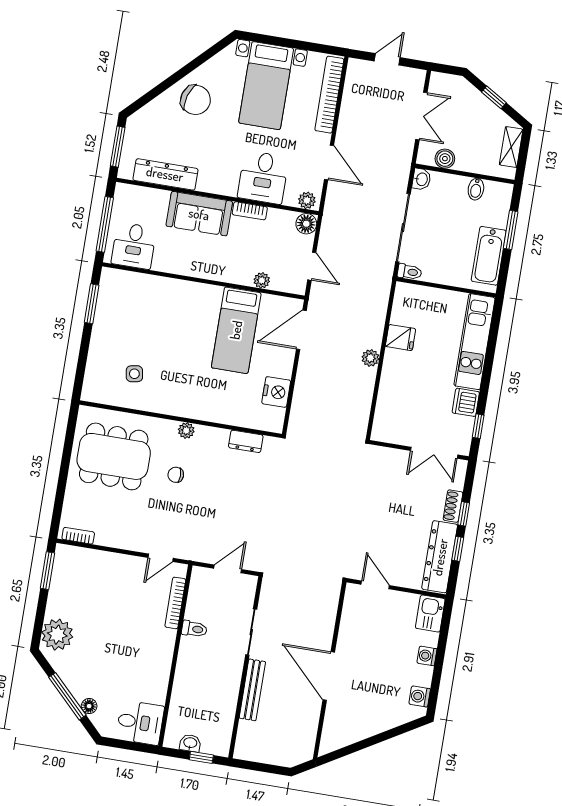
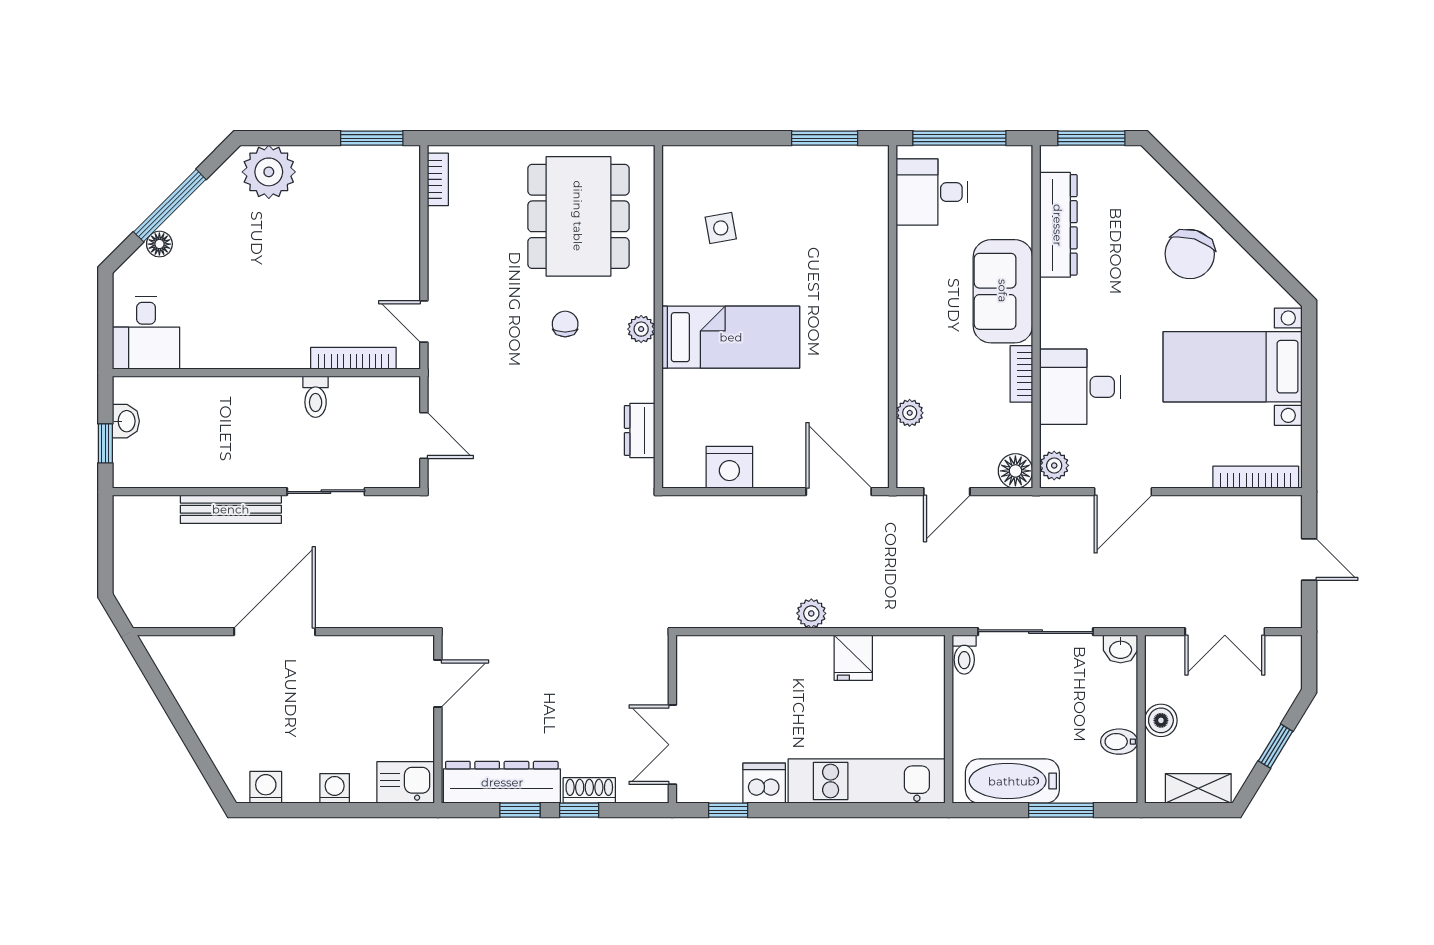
bookcase: (329, 95) -> (1256, 477), width x0.68, depth x0.76
boiler: (445, 159) -> (1161, 720), moved
bed: (236, 330) -> (731, 337), moved, turned 180

